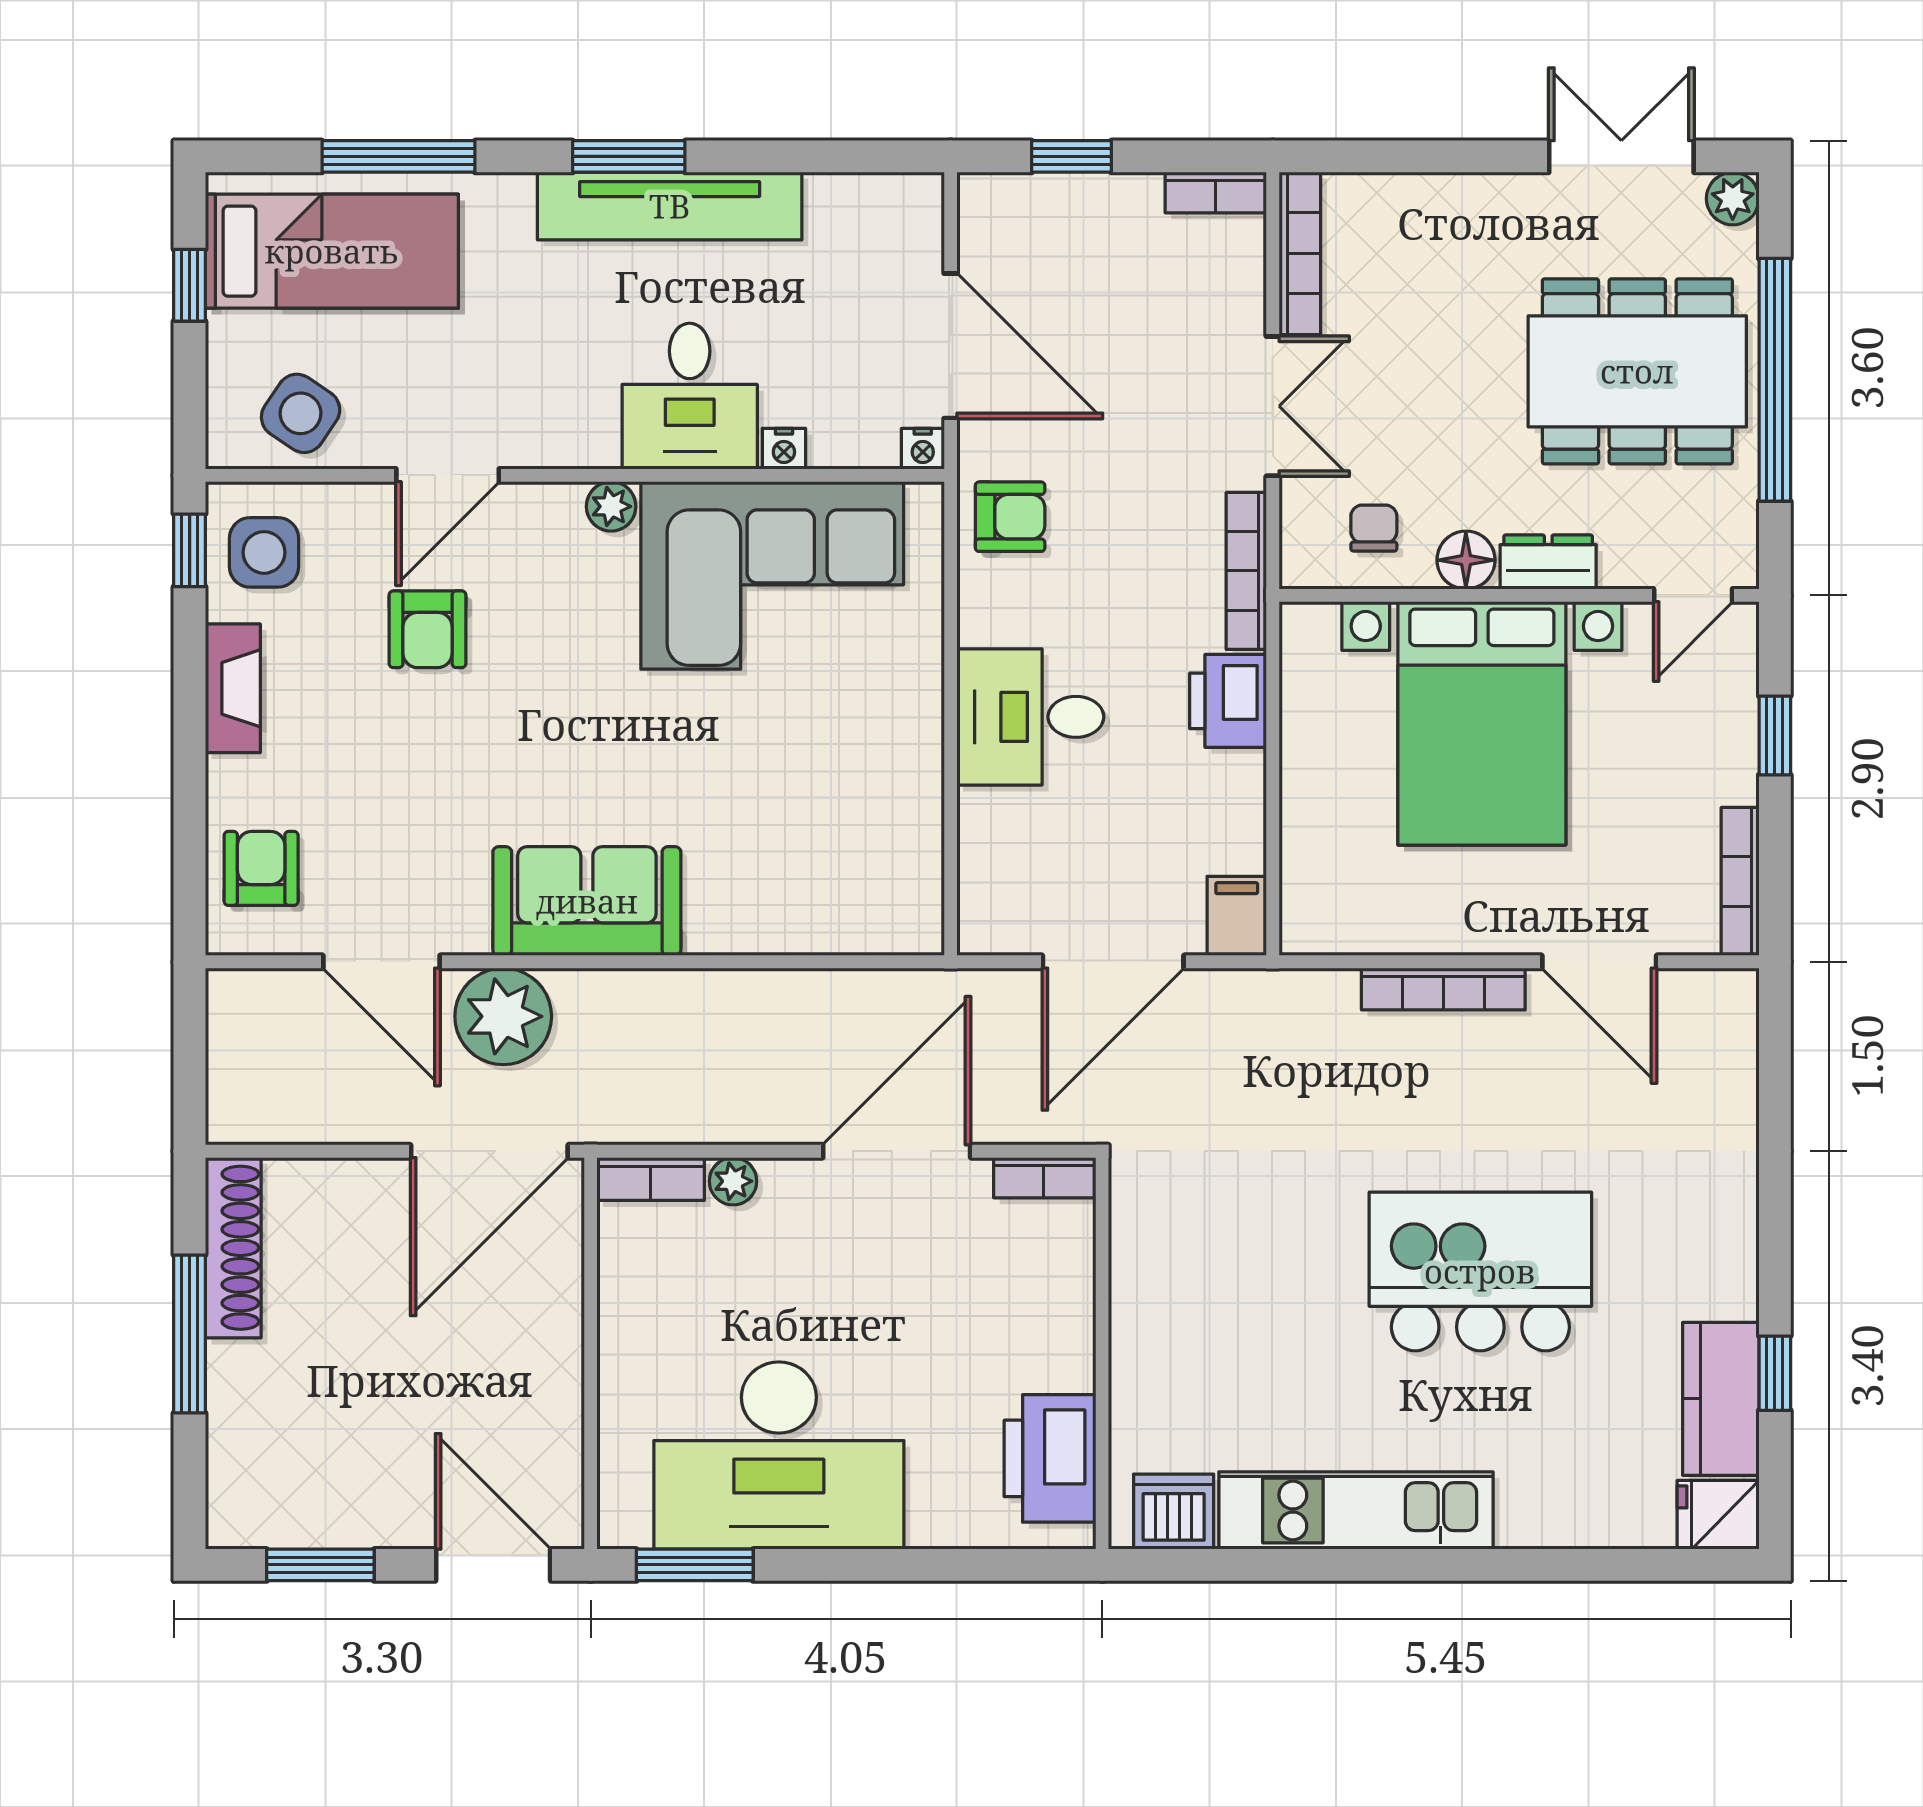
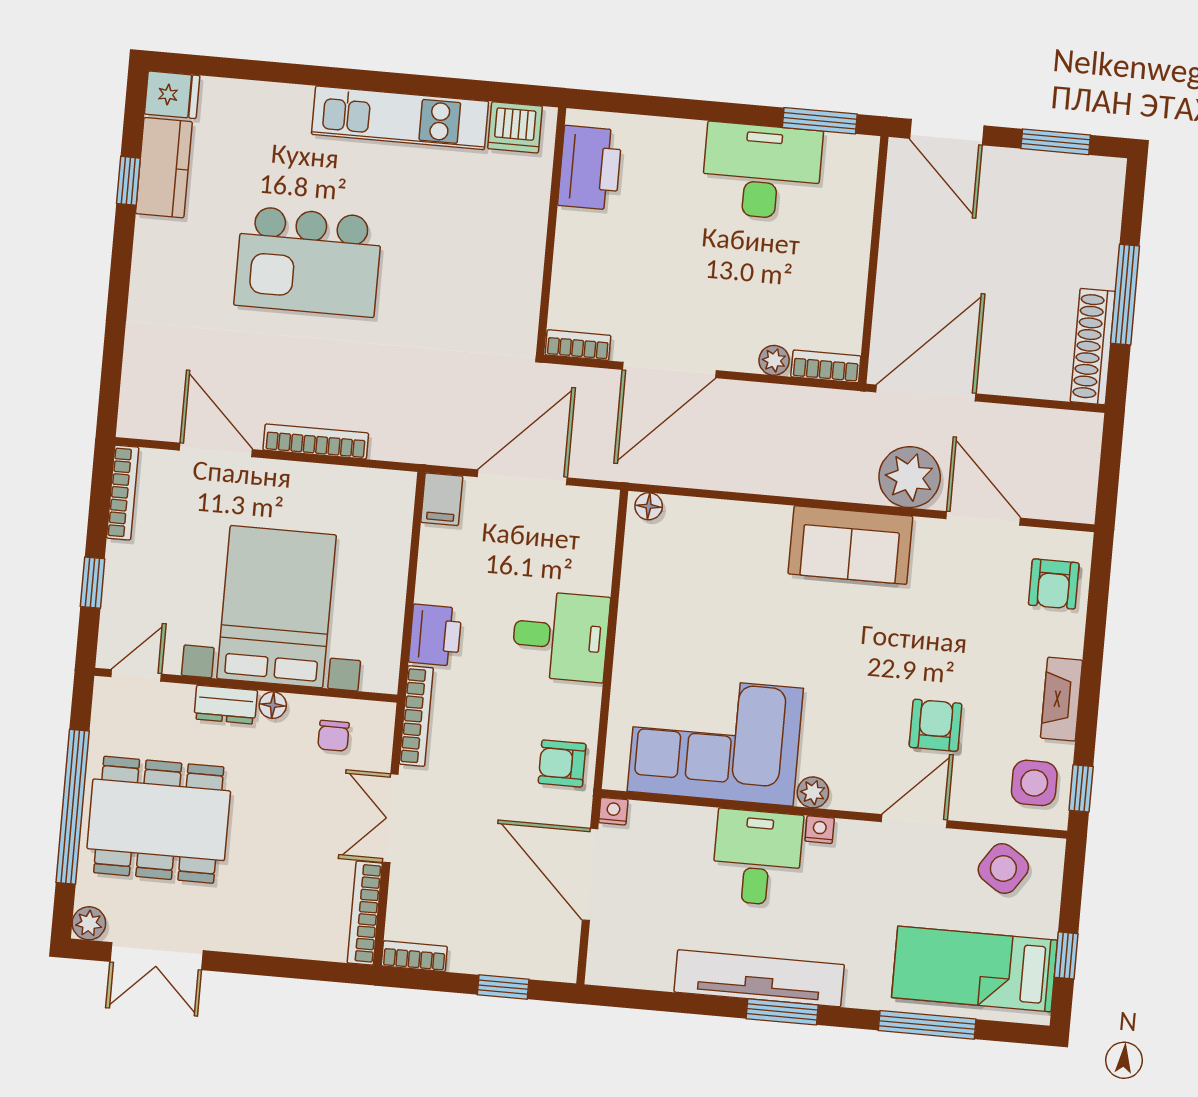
nightstand: (784, 449) -> (820, 830), moved
floor lamp: (1466, 560) -> (273, 705), width x0.73, depth x0.73
floor lamp: (910, 934) -> (649, 506), added
desk: (779, 1456) -> (762, 171), width x0.73, depth x0.77

